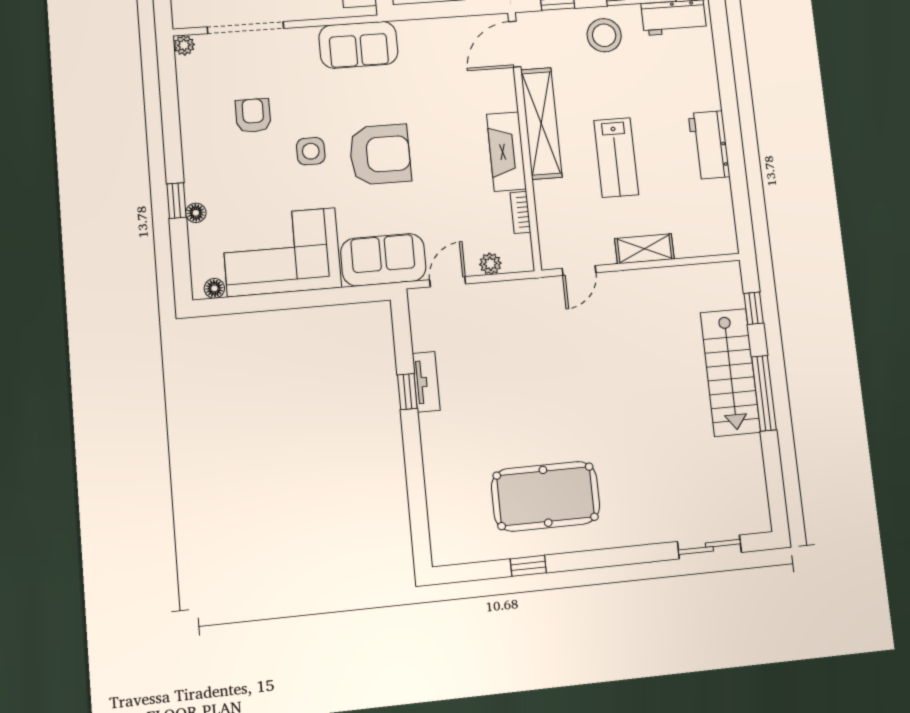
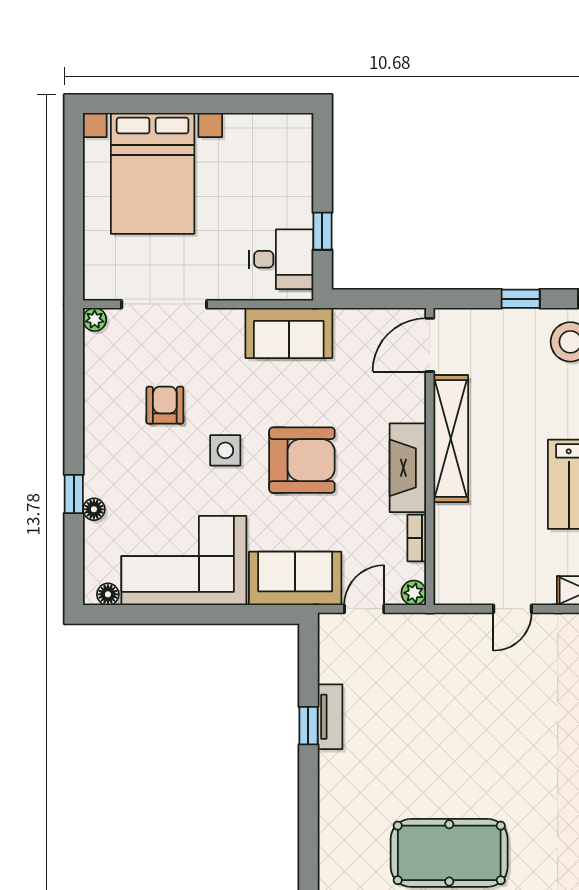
door: (515, 44) -> (430, 345), moved
shelving: (541, 123) -> (451, 439), moved
wall: (525, 140) -> (430, 457), moved
fireplace: (506, 152) -> (408, 468), moved
bookcase: (520, 212) -> (417, 538), moved

